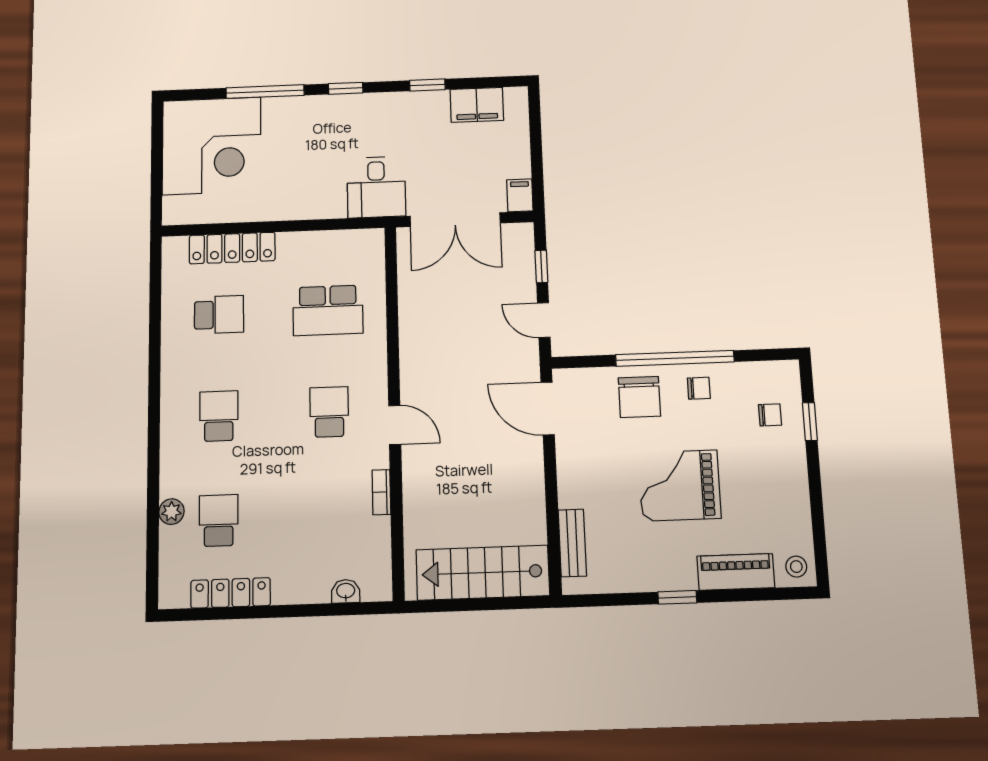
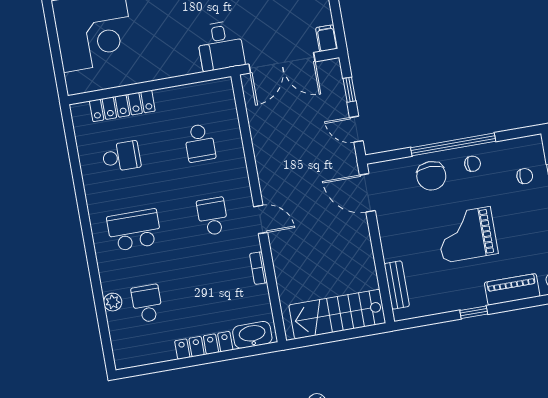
school desk: (328, 310) -> (200, 143), width x0.54
school desk: (219, 416) -> (134, 230), width x1.85
washbasin: (346, 591) -> (252, 335), width x1.91, depth x1.45
locker: (231, 593) -> (204, 345), moved

